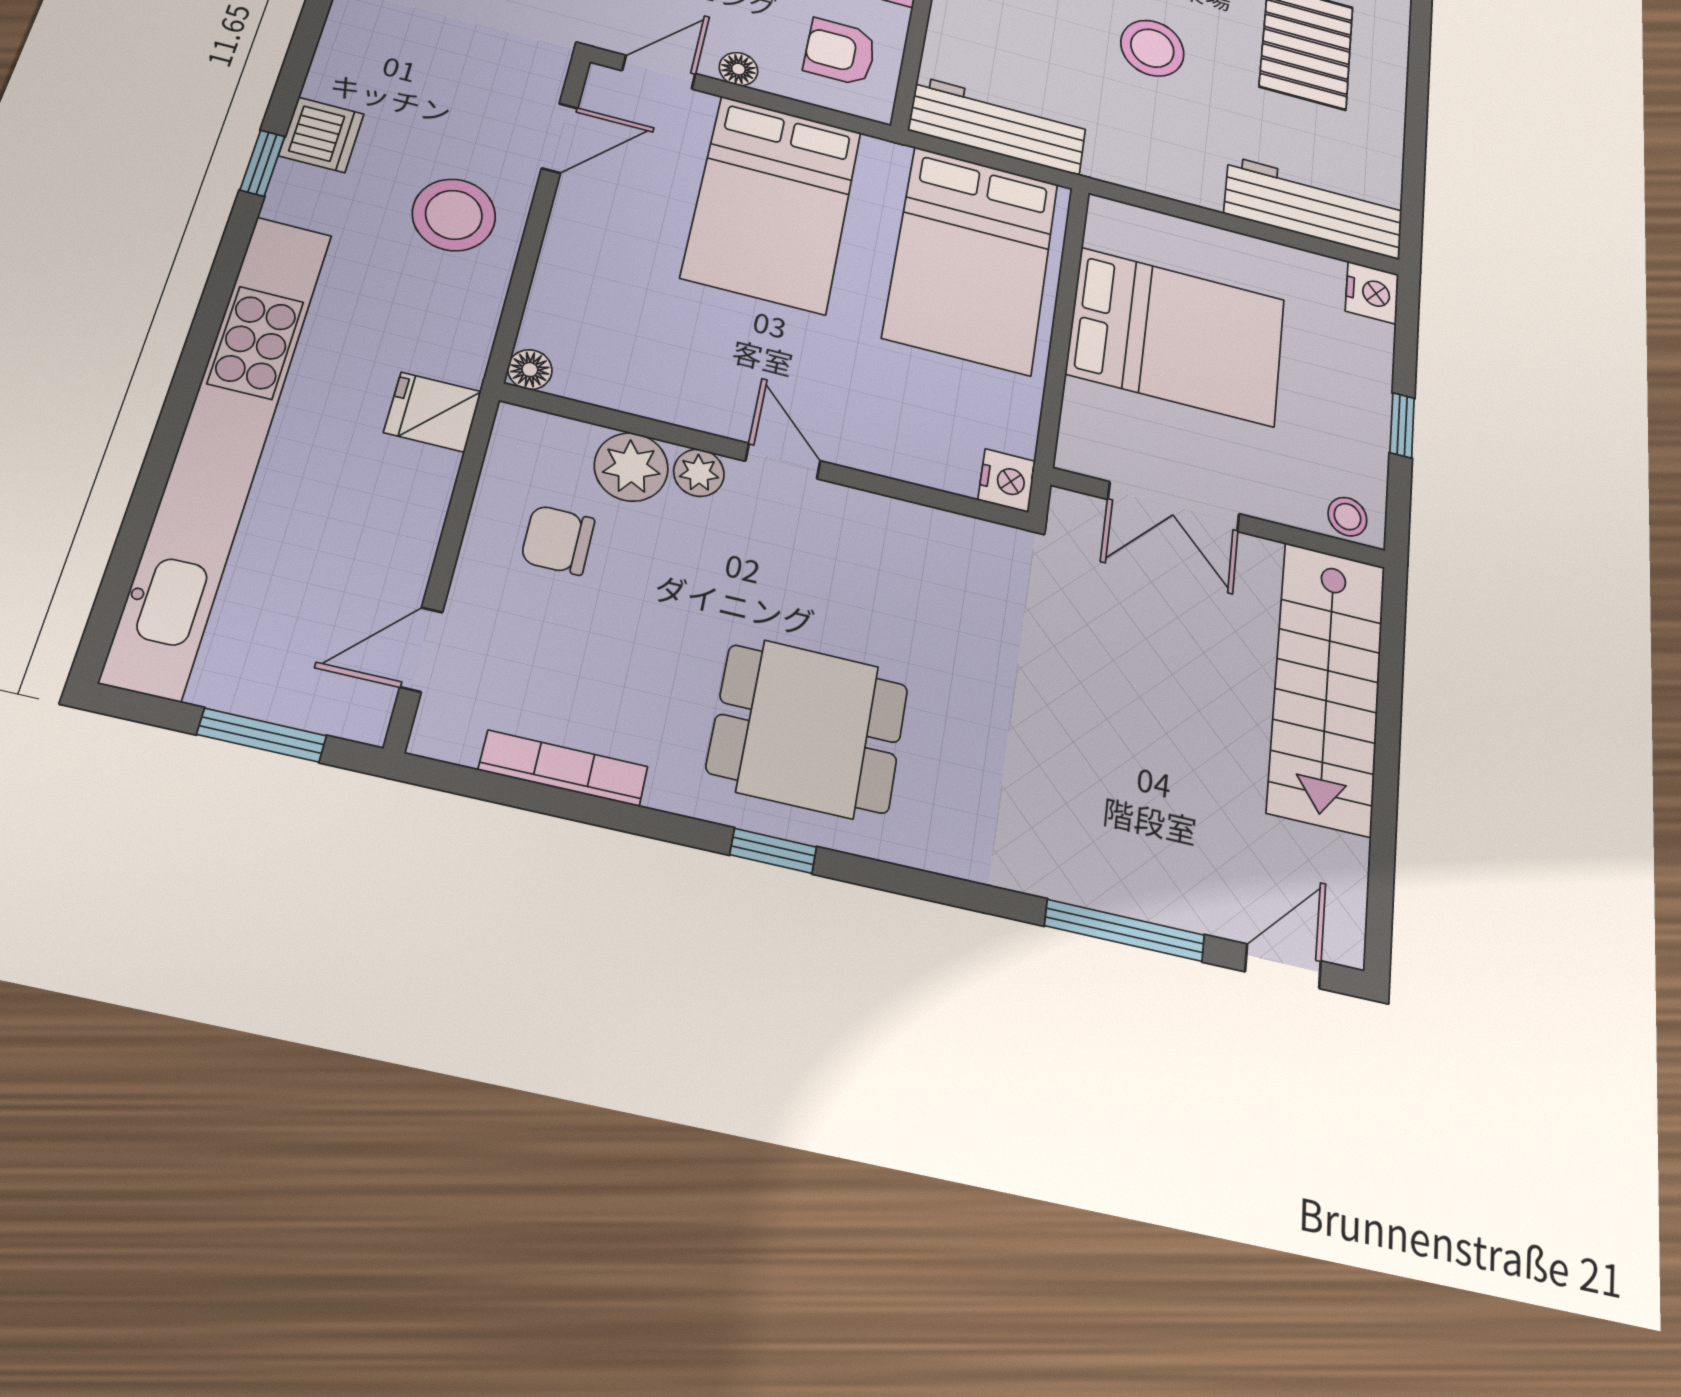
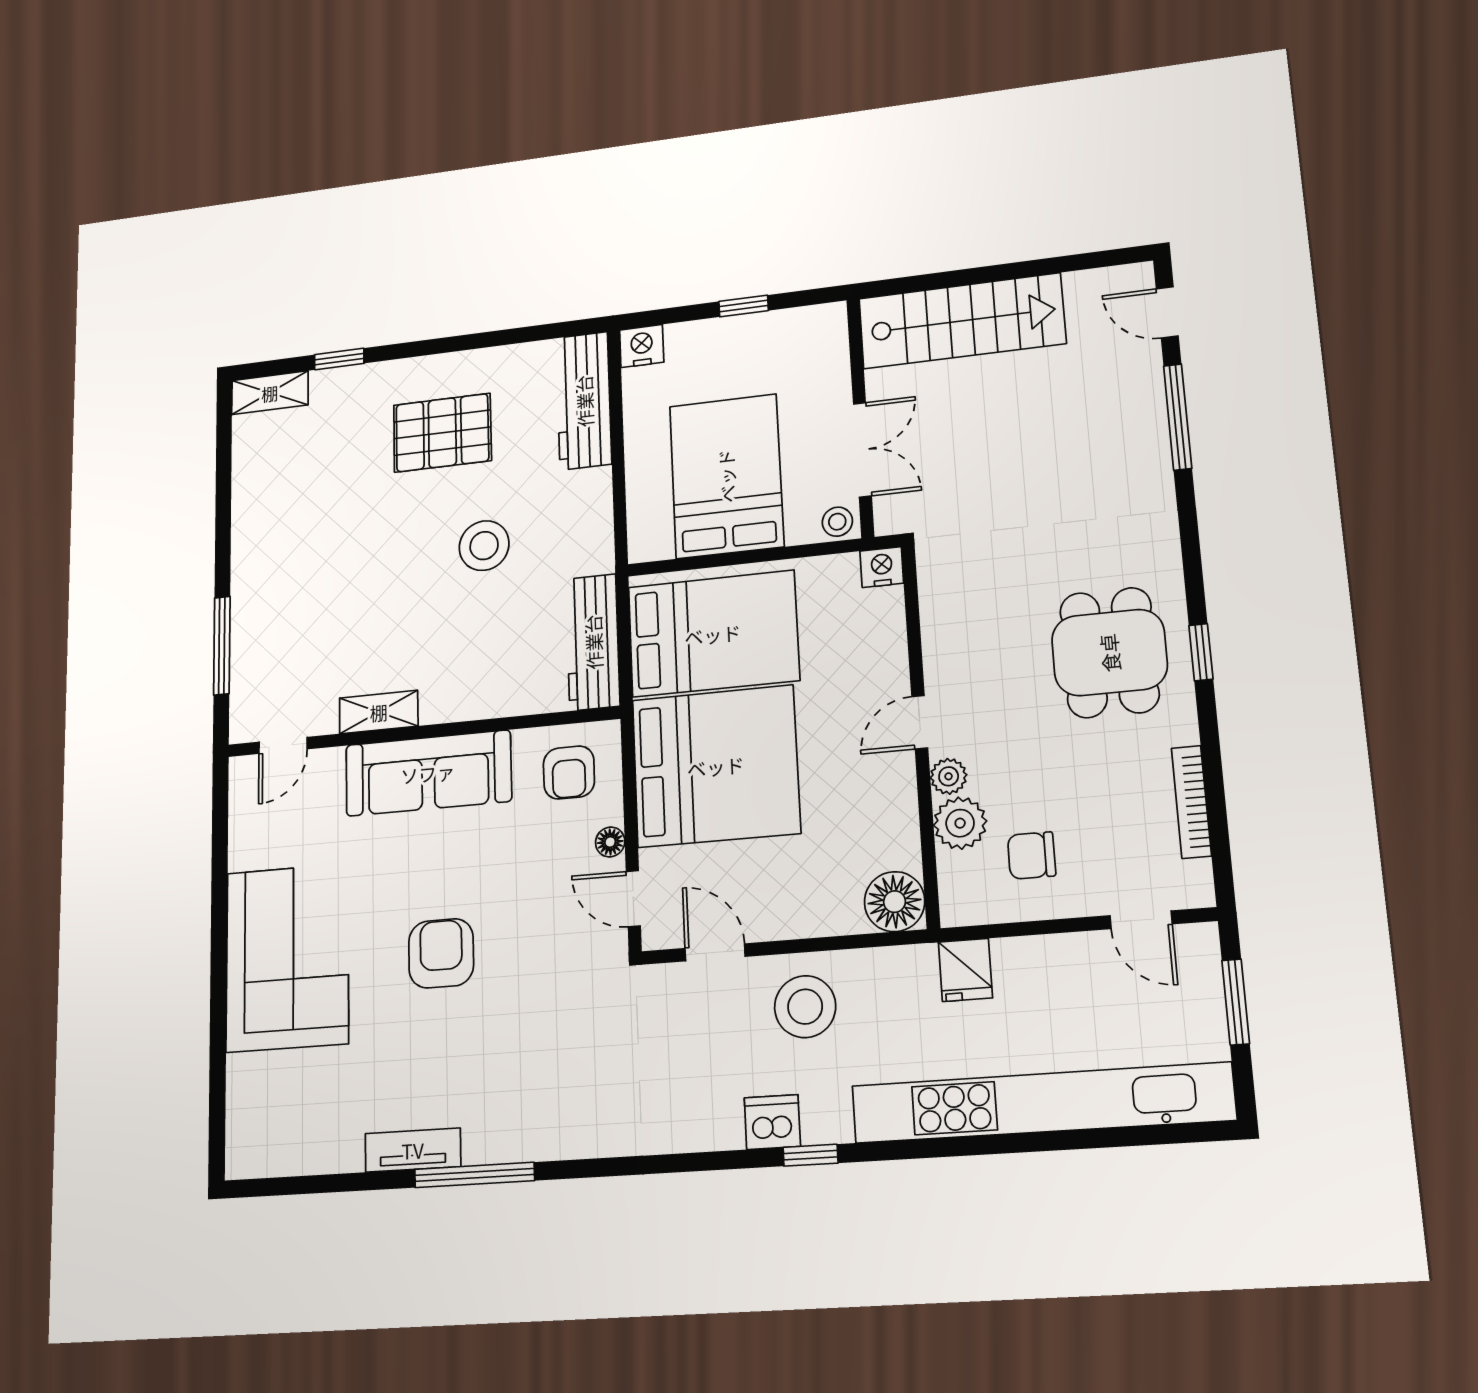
bed: (772, 203) -> (716, 766), width x1.36
floor lamp: (530, 370) -> (895, 902), width x1.89, depth x1.89
stool: (1347, 517) -> (837, 522), moved
chair: (558, 540) -> (1031, 856), turned 90

